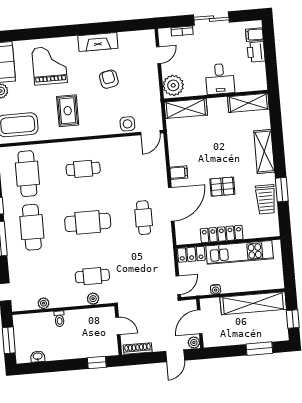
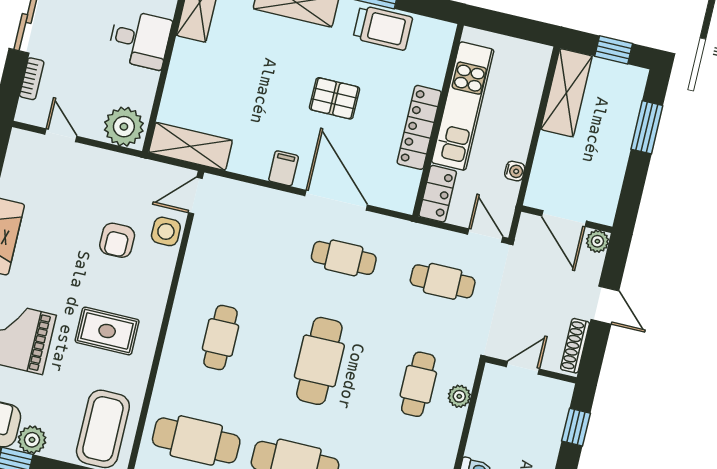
armchair: (109, 79) -> (117, 240), moved, turned -79
shelving: (186, 109) -> (191, 146), moved, turned 90
door: (150, 133) -> (195, 196), swing flipped
pallet: (222, 187) -> (334, 98), turned 90
cafe table: (148, 271) -> (443, 281), added
shelving: (253, 303) -> (566, 93), width x0.68
door: (175, 356) -> (605, 305), moved

